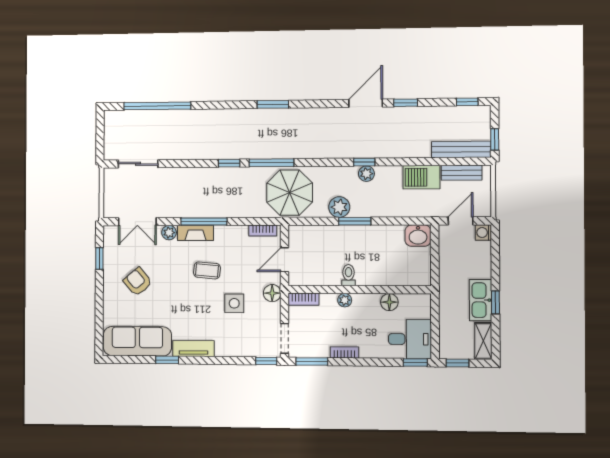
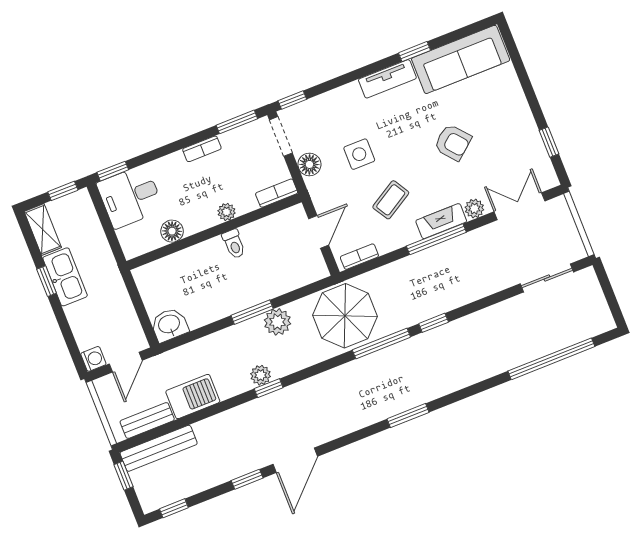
coffee table: (207, 270) -> (391, 200), moved, turned -36
armchair: (138, 282) -> (453, 142), moved
floor lamp: (272, 293) -> (309, 164), moved

